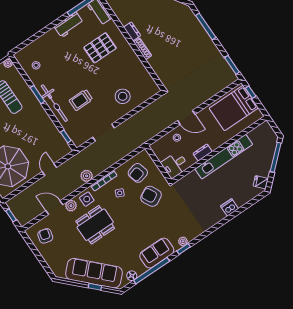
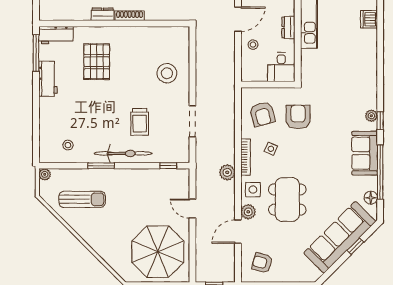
armchair: (151, 196) -> (298, 117), turned 118
dishwasher: (230, 207) -> (369, 19), moved

